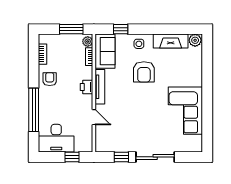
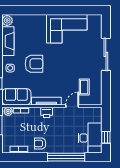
coffee table: (117, 131) -> (84, 87), added
window: (72, 157) -> (106, 137), moved
window: (121, 157) -> (106, 83), removed

